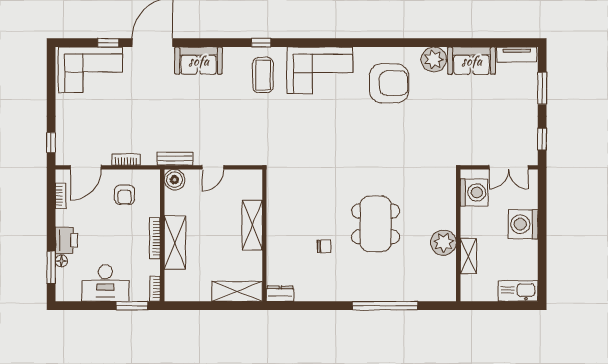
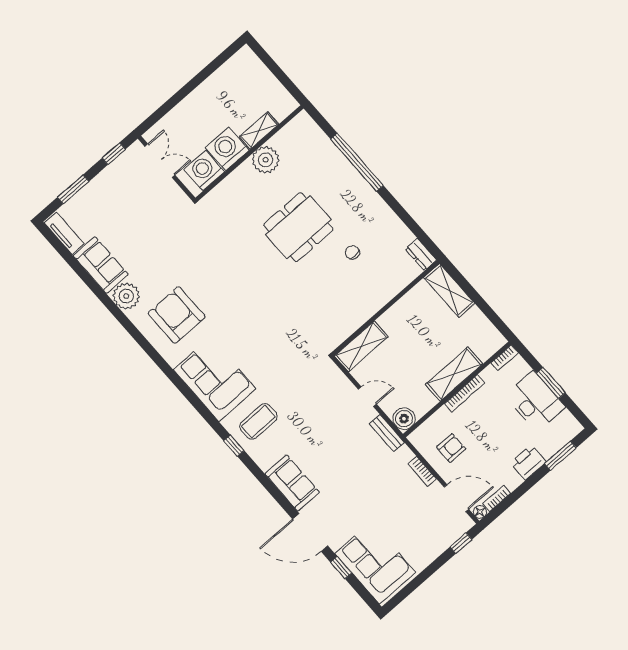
washing machine: (523, 224) -> (227, 149), moved, turned 180
shelving: (252, 225) -> (361, 346), moved
floor lamp: (61, 261) -> (480, 512), moved
kitchen sink: (518, 291) -> (252, 66), removed
window: (132, 306) -> (551, 383), moved

